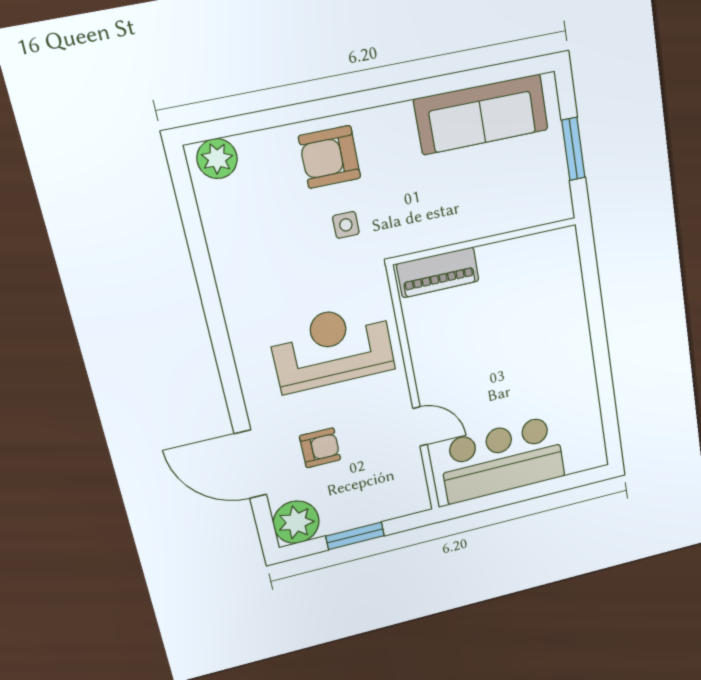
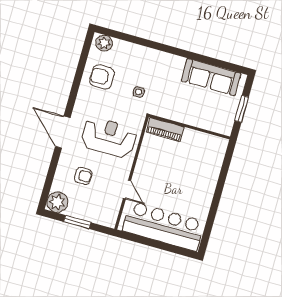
armchair: (330, 157) -> (102, 77), moved
bar counter: (502, 460) -> (163, 226), width x1.36
door: (250, 464) -> (63, 132), moved

